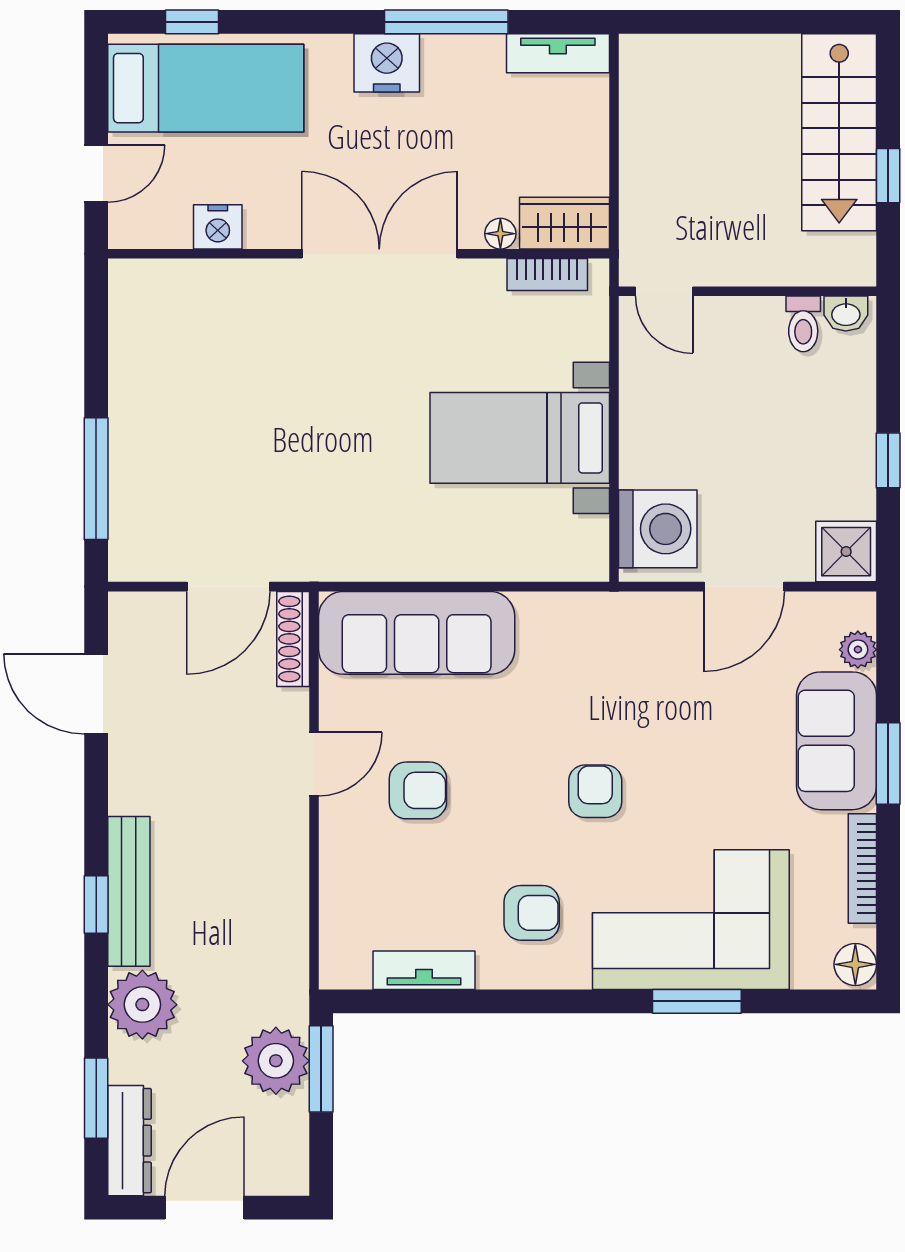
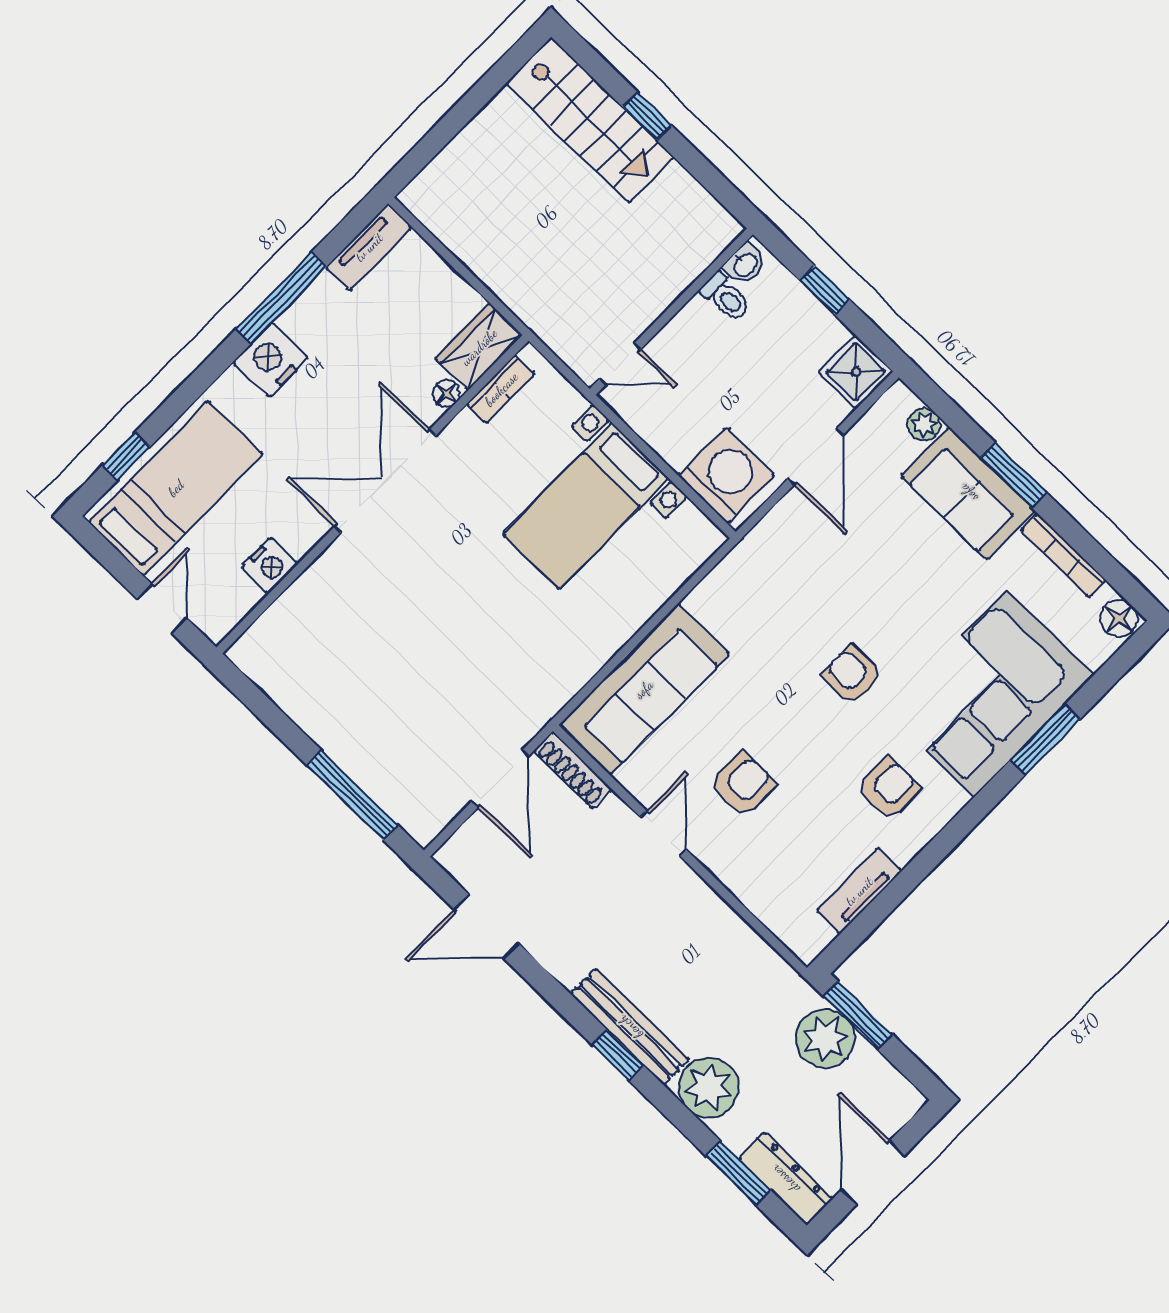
door: (664, 291) -> (620, 364), moved
wall: (748, 291) -> (671, 312), moved
washbasin: (846, 314) -> (745, 264), moved
toilet: (803, 324) -> (726, 297), moved

